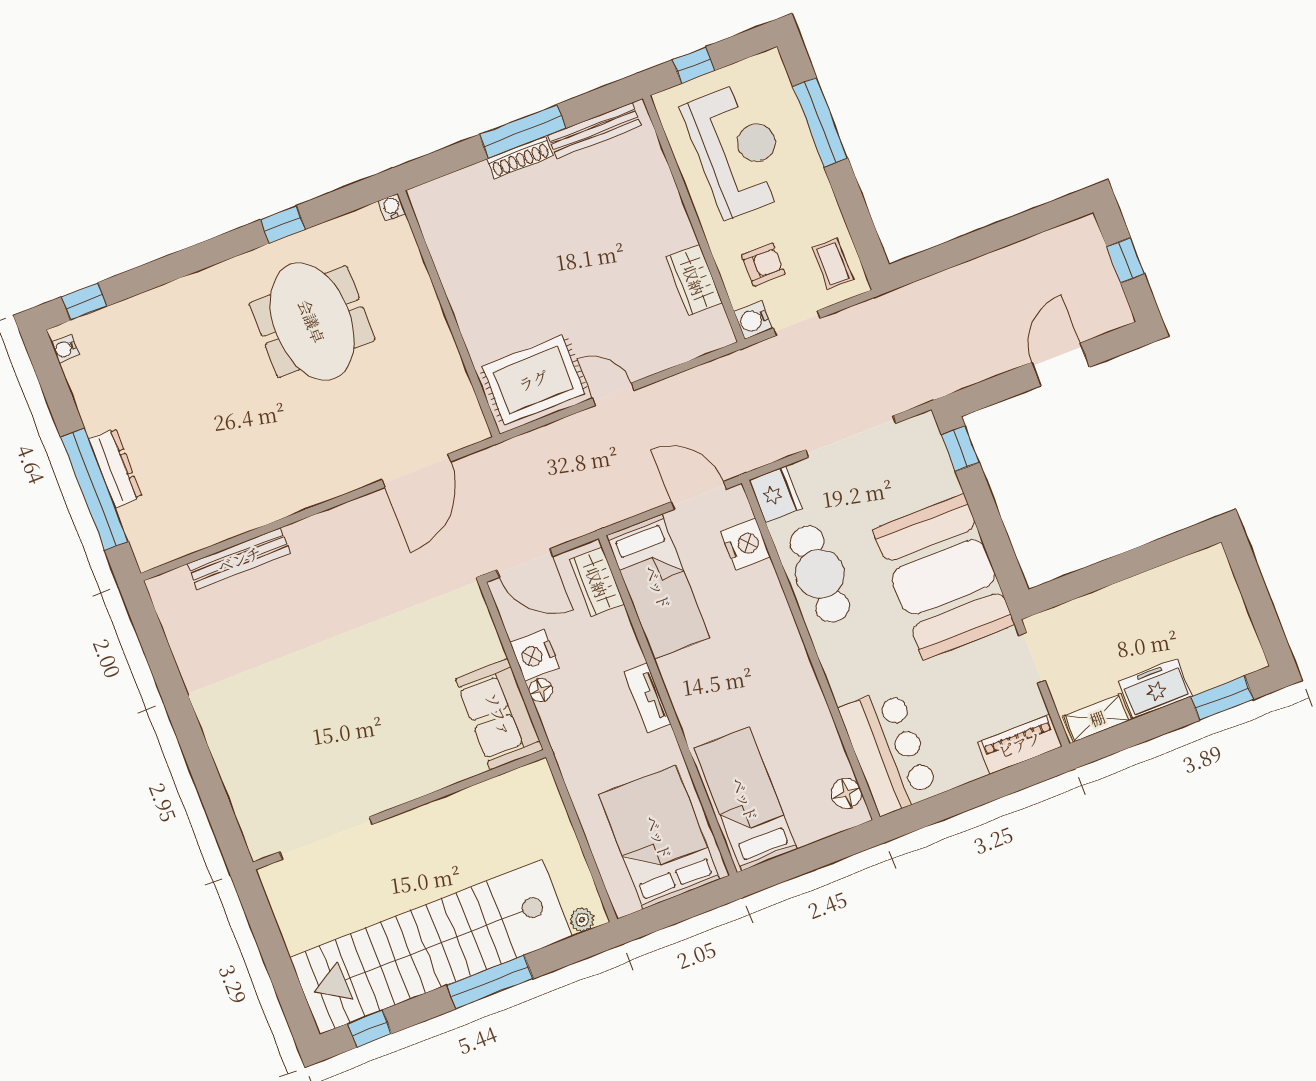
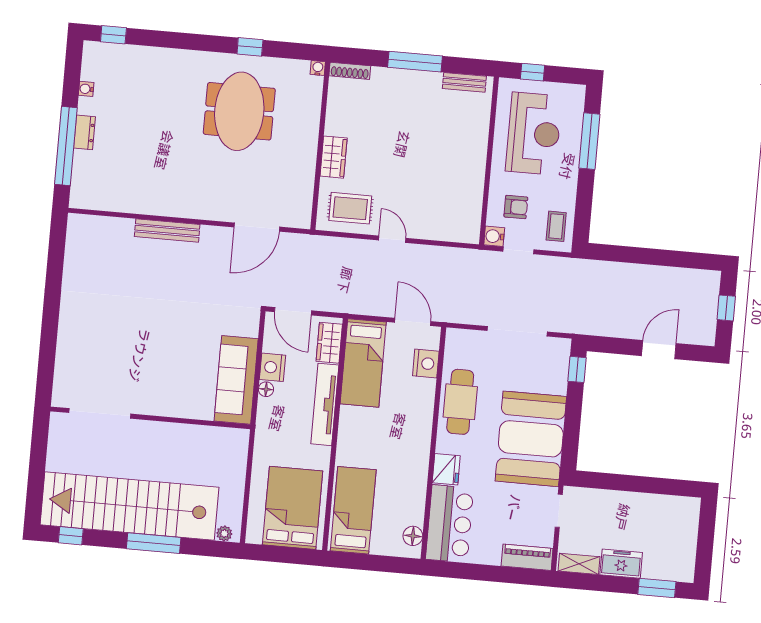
bench: (594, 131) -> (464, 82), width x0.73
shoe rack: (520, 157) -> (350, 71), moved
wardrobe: (694, 280) -> (334, 157), moved, turned 180
water cooler: (65, 349) -> (86, 89), moved
rug: (533, 380) -> (350, 208), width x0.73, depth x0.70
dresser: (115, 468) -> (85, 132), width x0.70
fridge: (776, 494) -> (446, 469), moved
bench: (239, 559) -> (167, 231), moved
tv unit: (647, 698) -> (325, 404), width x1.92, depth x1.29
sofa: (499, 714) -> (236, 380), width x1.36

